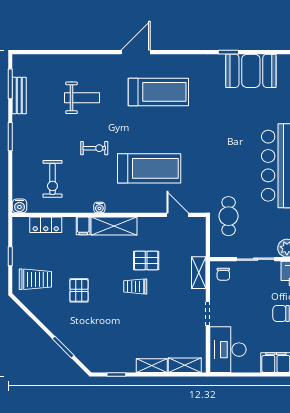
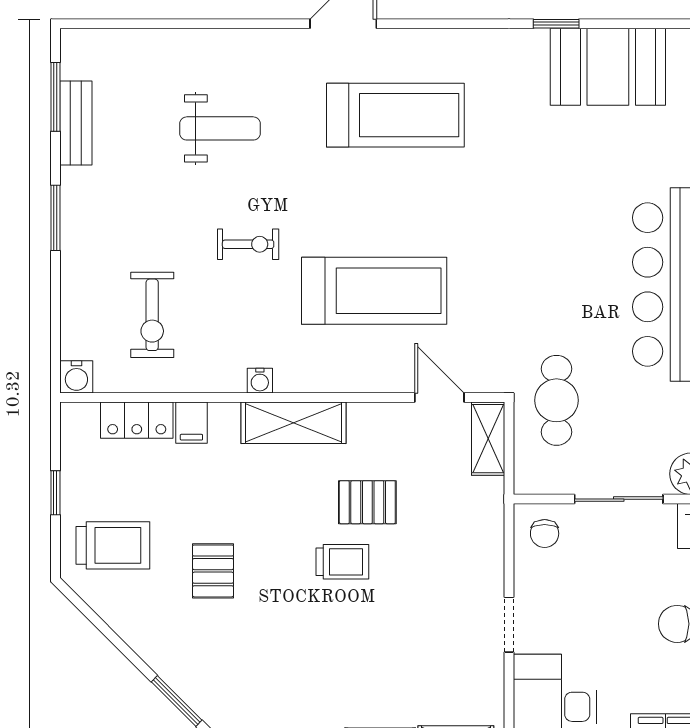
filing cabinet: (83, 226) -> (191, 423), moved
shelving: (199, 273) -> (488, 439), moved
trolley: (135, 286) -> (342, 562), turned 180

